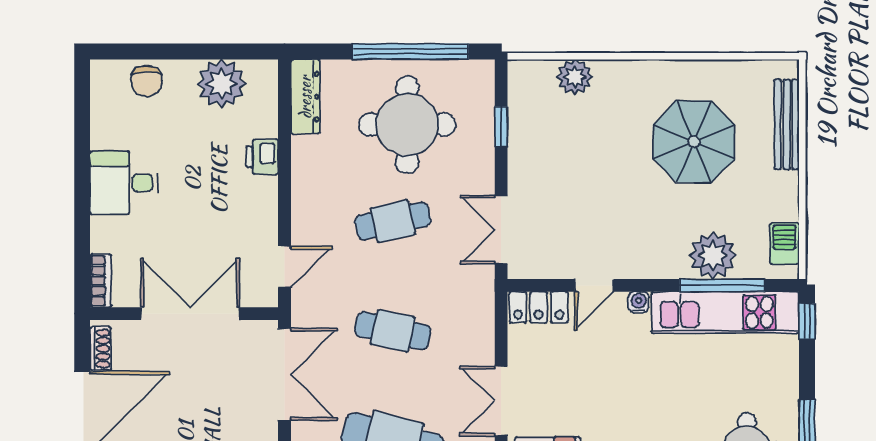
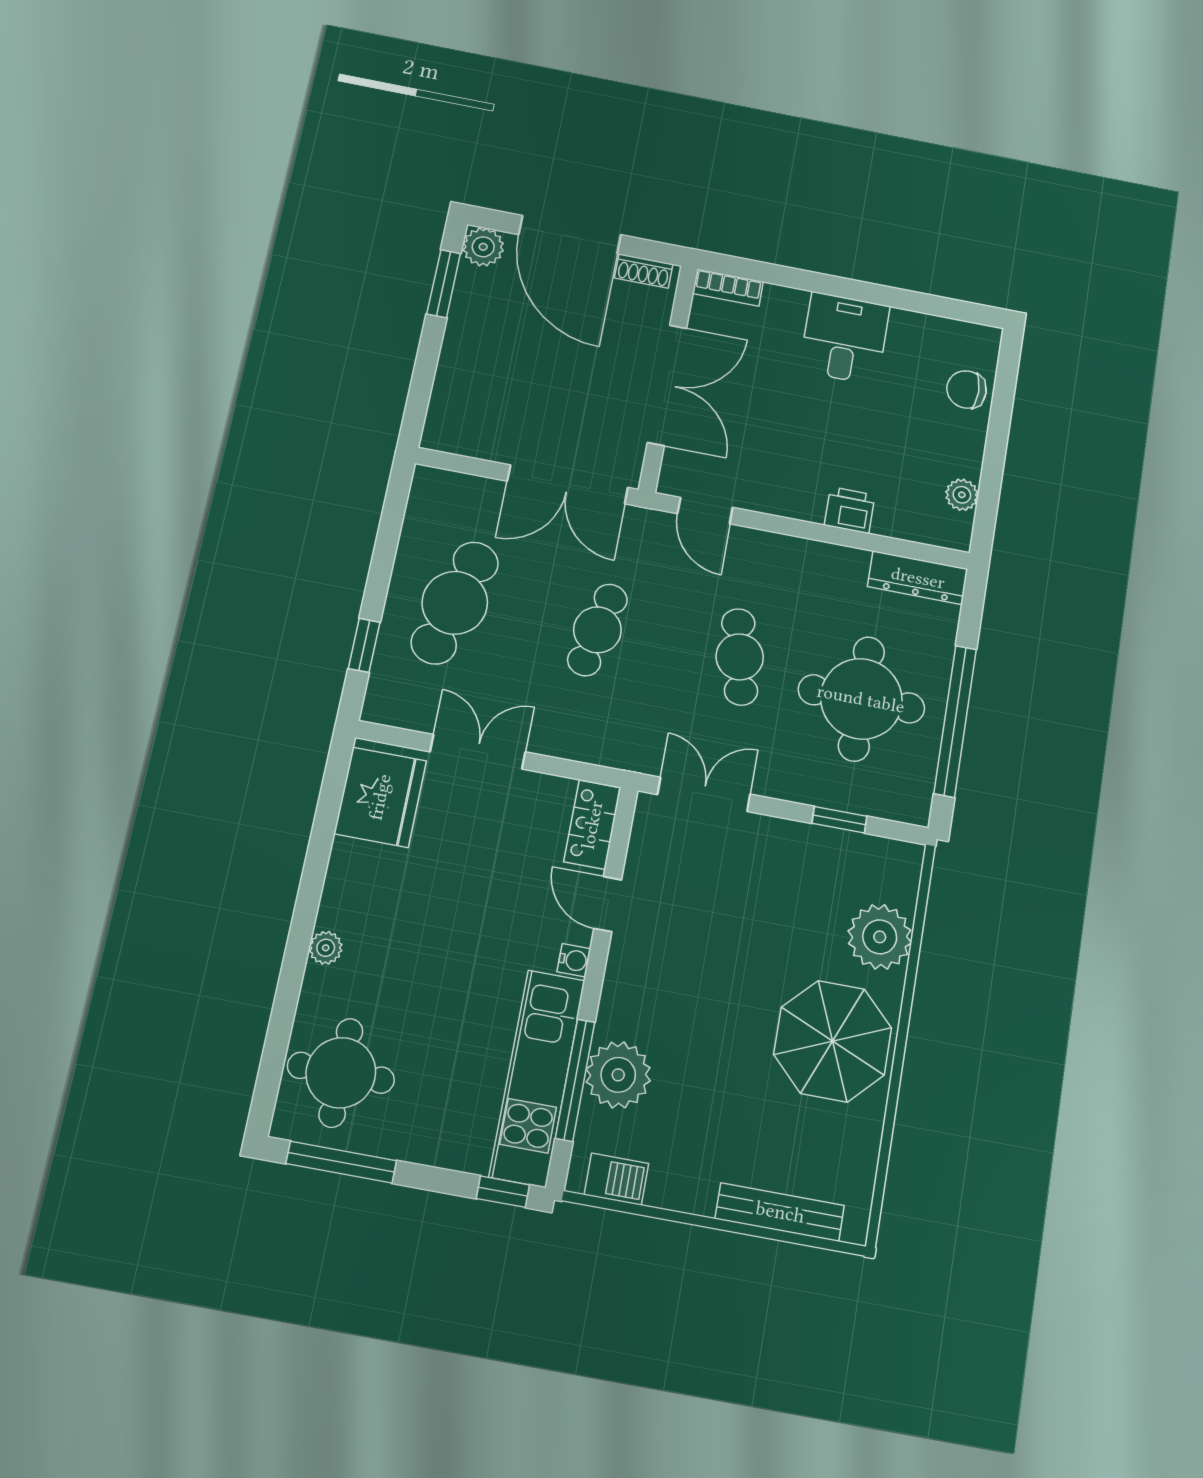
plant: (575, 77) -> (880, 937), width x1.36, depth x1.36
plant: (222, 84) -> (962, 495), width x0.53, depth x0.53
parasol: (694, 142) -> (833, 1041), moved

